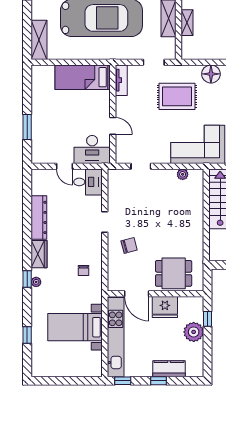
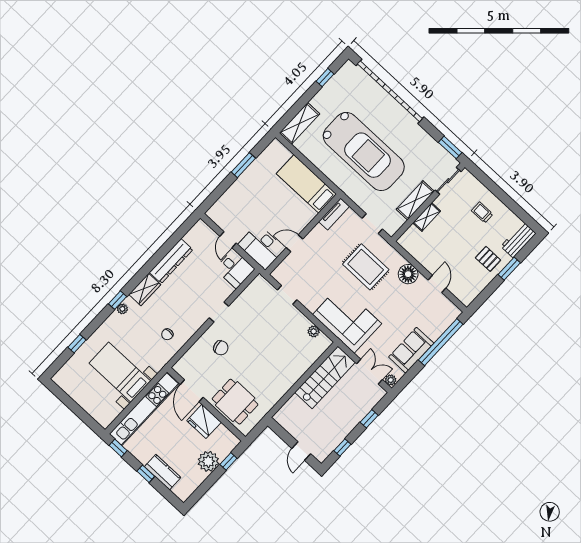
door: (113, 126) -> (294, 243), swing flipped
window: (27, 127) -> (243, 165), moved

